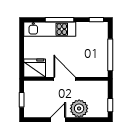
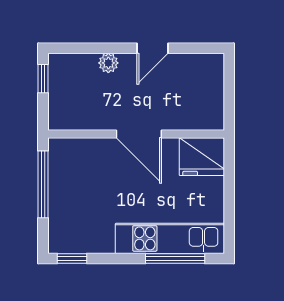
window: (60, 20) -> (175, 259), moved
window: (22, 100) -> (229, 90), removed
plant: (79, 108) -> (108, 63), width x0.53, depth x0.53

